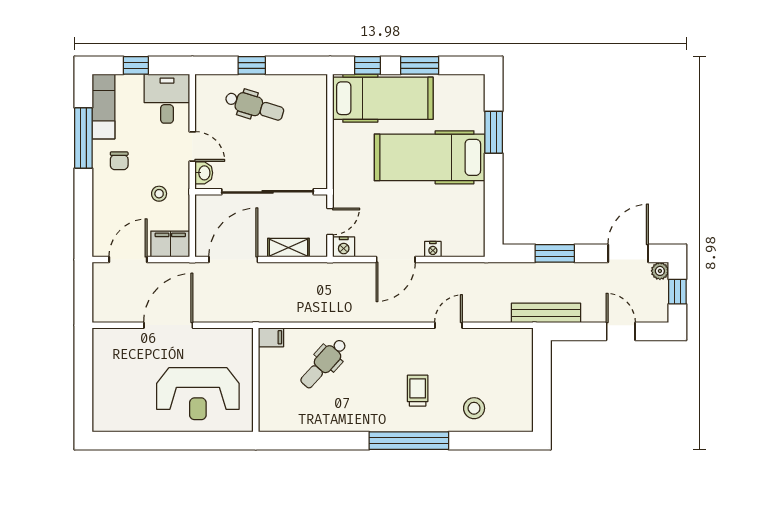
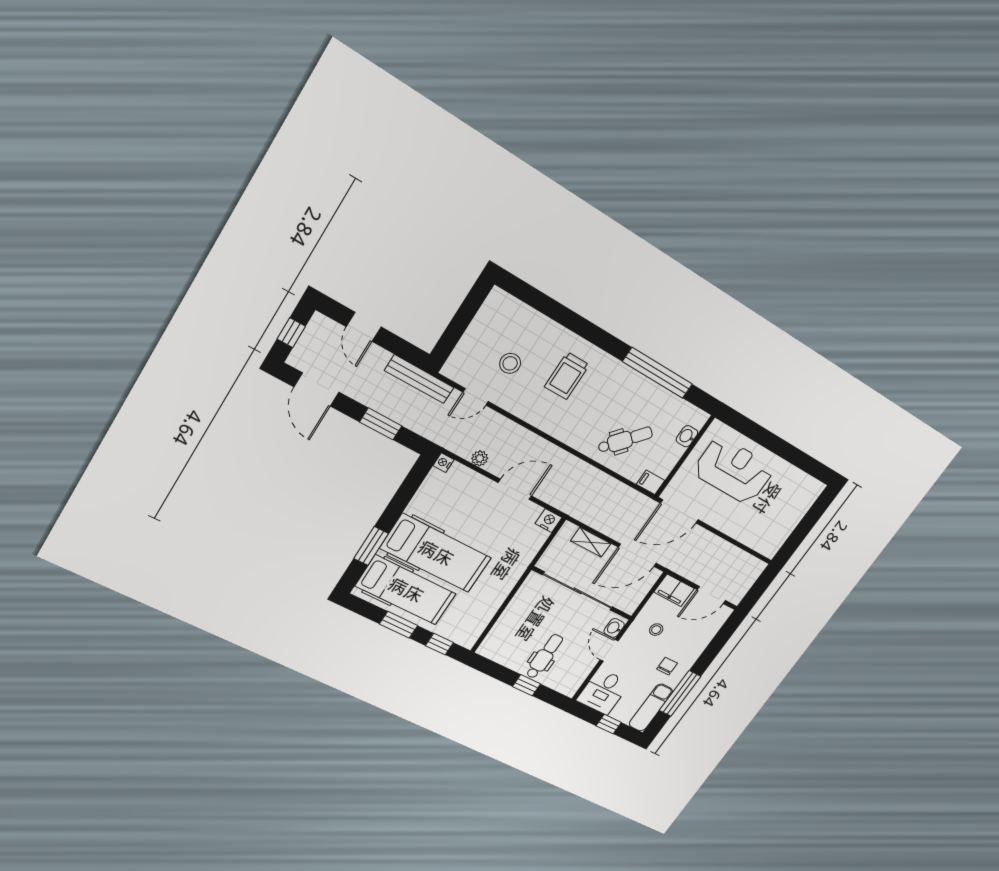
hospital bed: (383, 98) -> (406, 590), moved, turned 180
dental chair: (254, 106) -> (544, 656), turned 73
door: (330, 221) -> (546, 545), removed
nightstand: (433, 249) -> (444, 463), moved, turned -90
door: (628, 253) -> (316, 389), hinge flipped
plant: (660, 271) -> (480, 458), moved
door: (168, 325) -> (679, 511), moved
door: (448, 325) -> (476, 397), moved
trolley: (418, 391) -> (567, 376), width x1.36, depth x1.39
washbasin: (267, 400) -> (687, 436), added
stool: (474, 408) -> (510, 363), moved
window: (409, 441) -> (658, 373), moved

